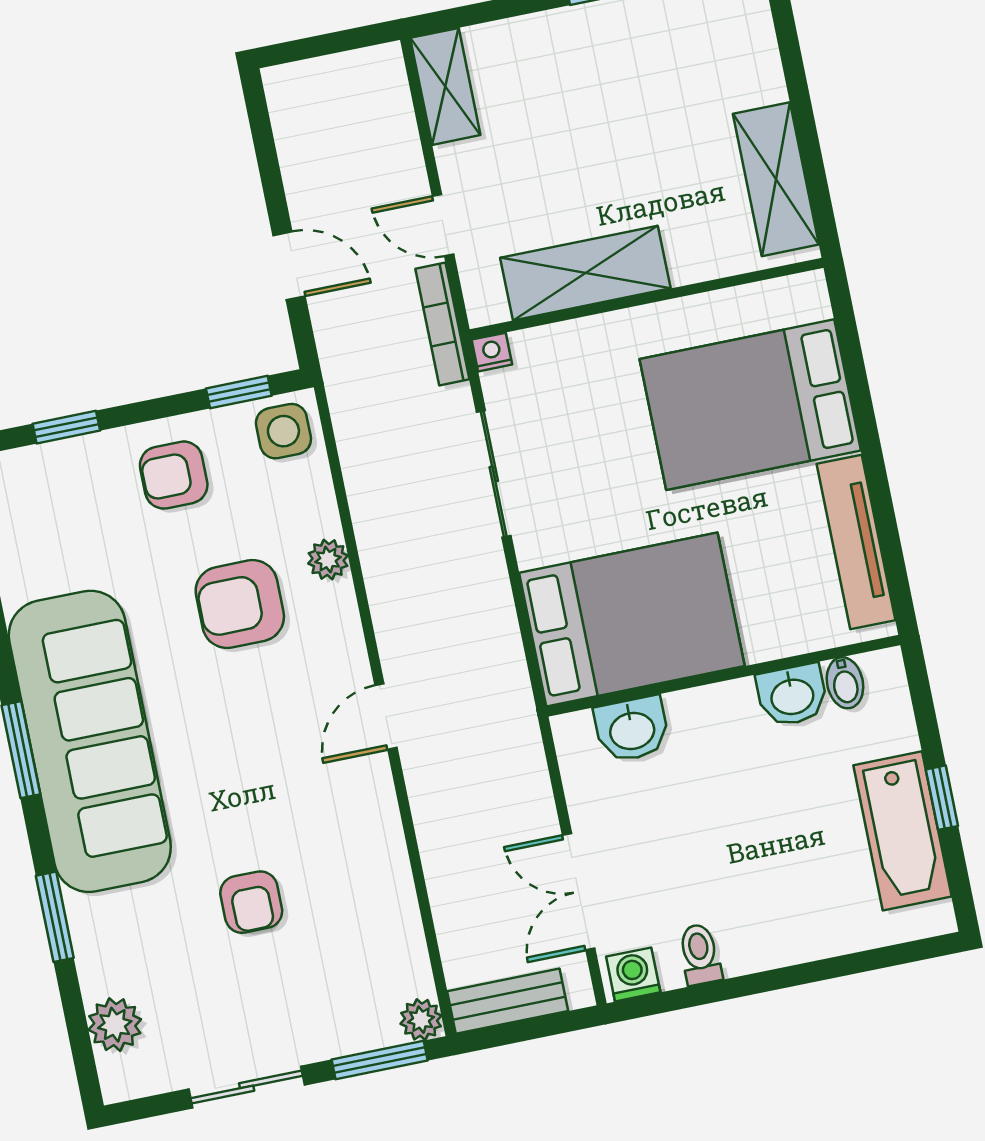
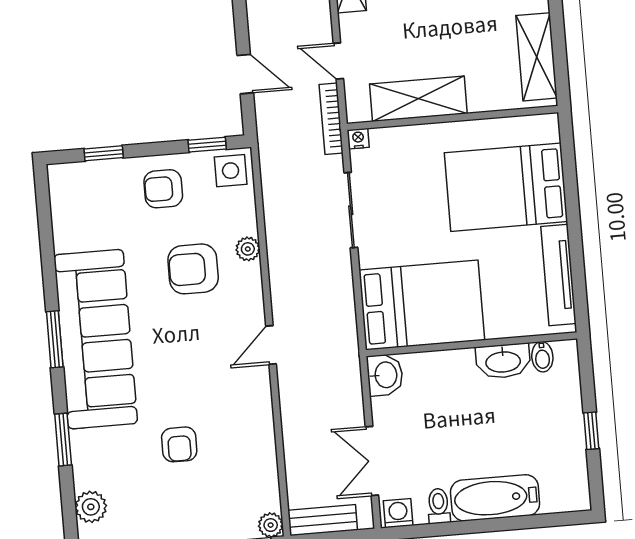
washbasin: (792, 695) -> (503, 361), width x1.38
washbasin: (632, 729) -> (385, 375), moved, turned -90
bathtub: (902, 831) -> (495, 498), moved, turned 90

